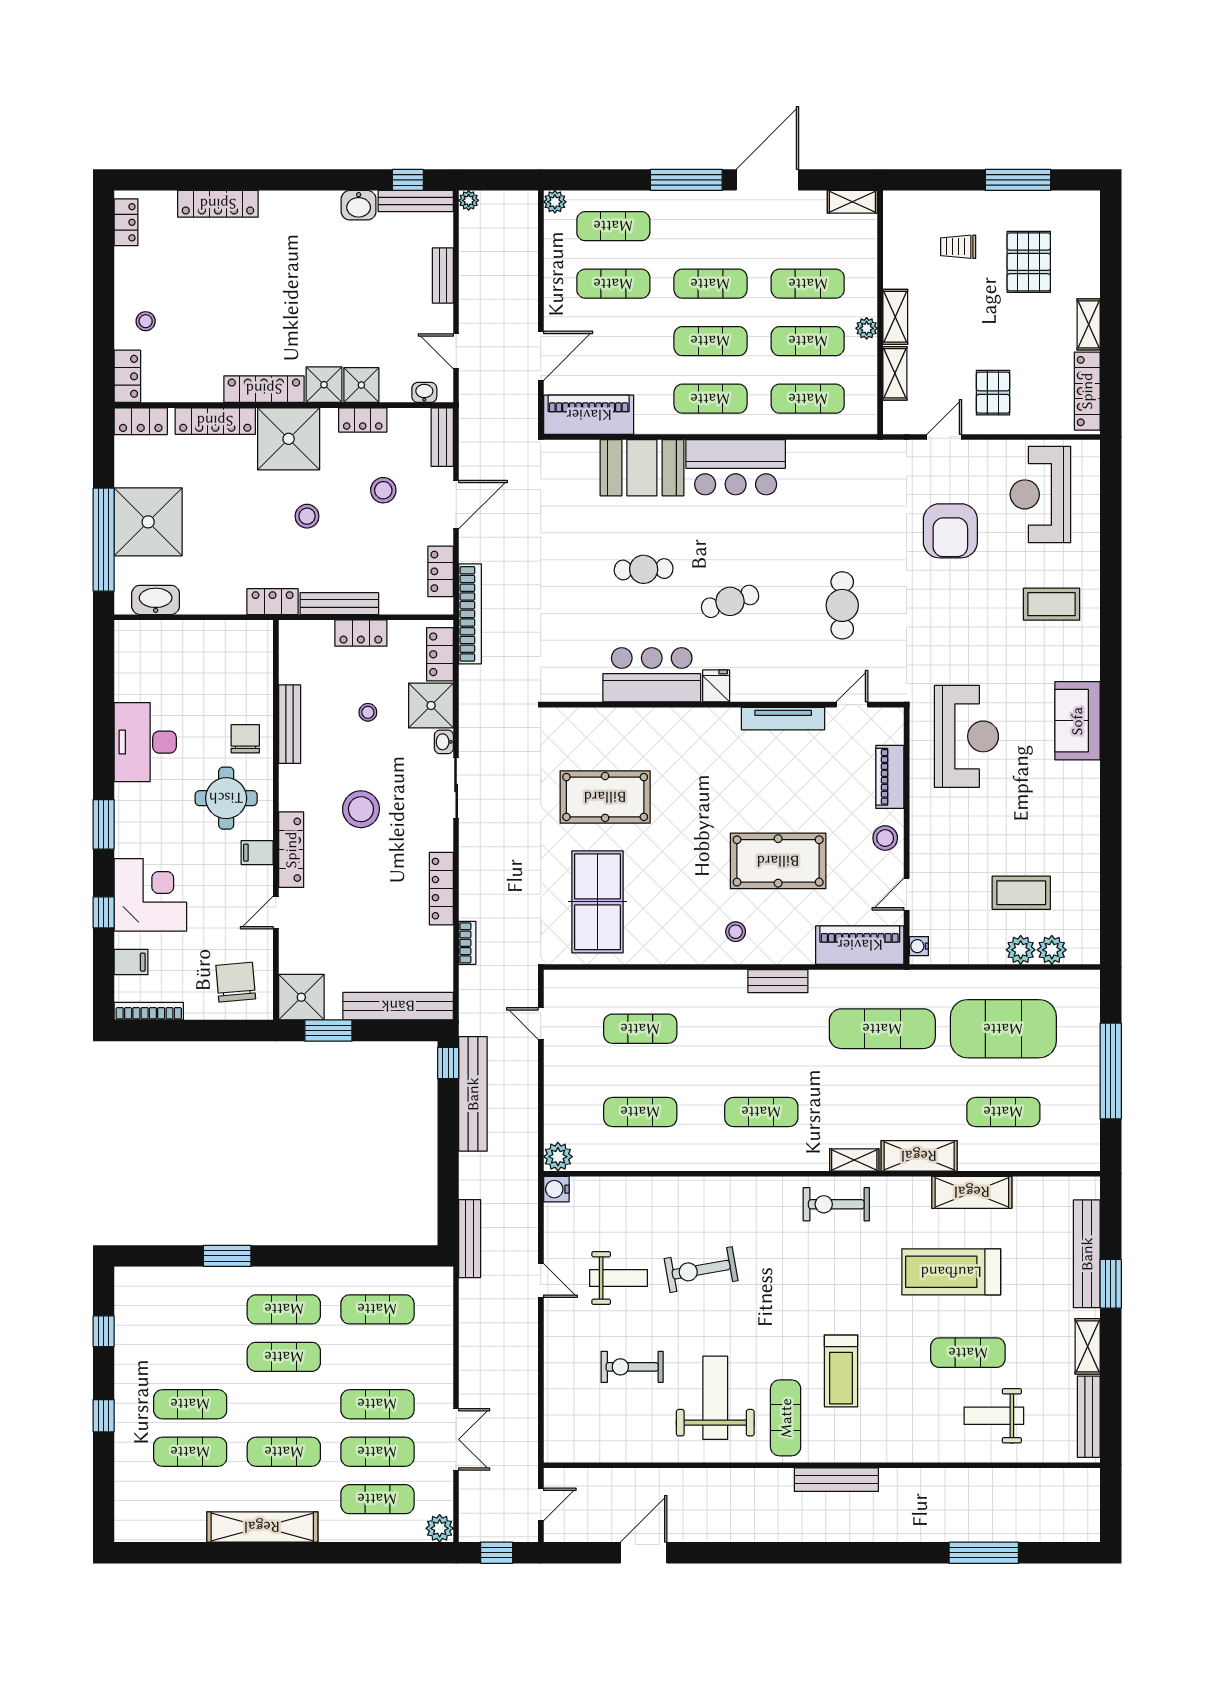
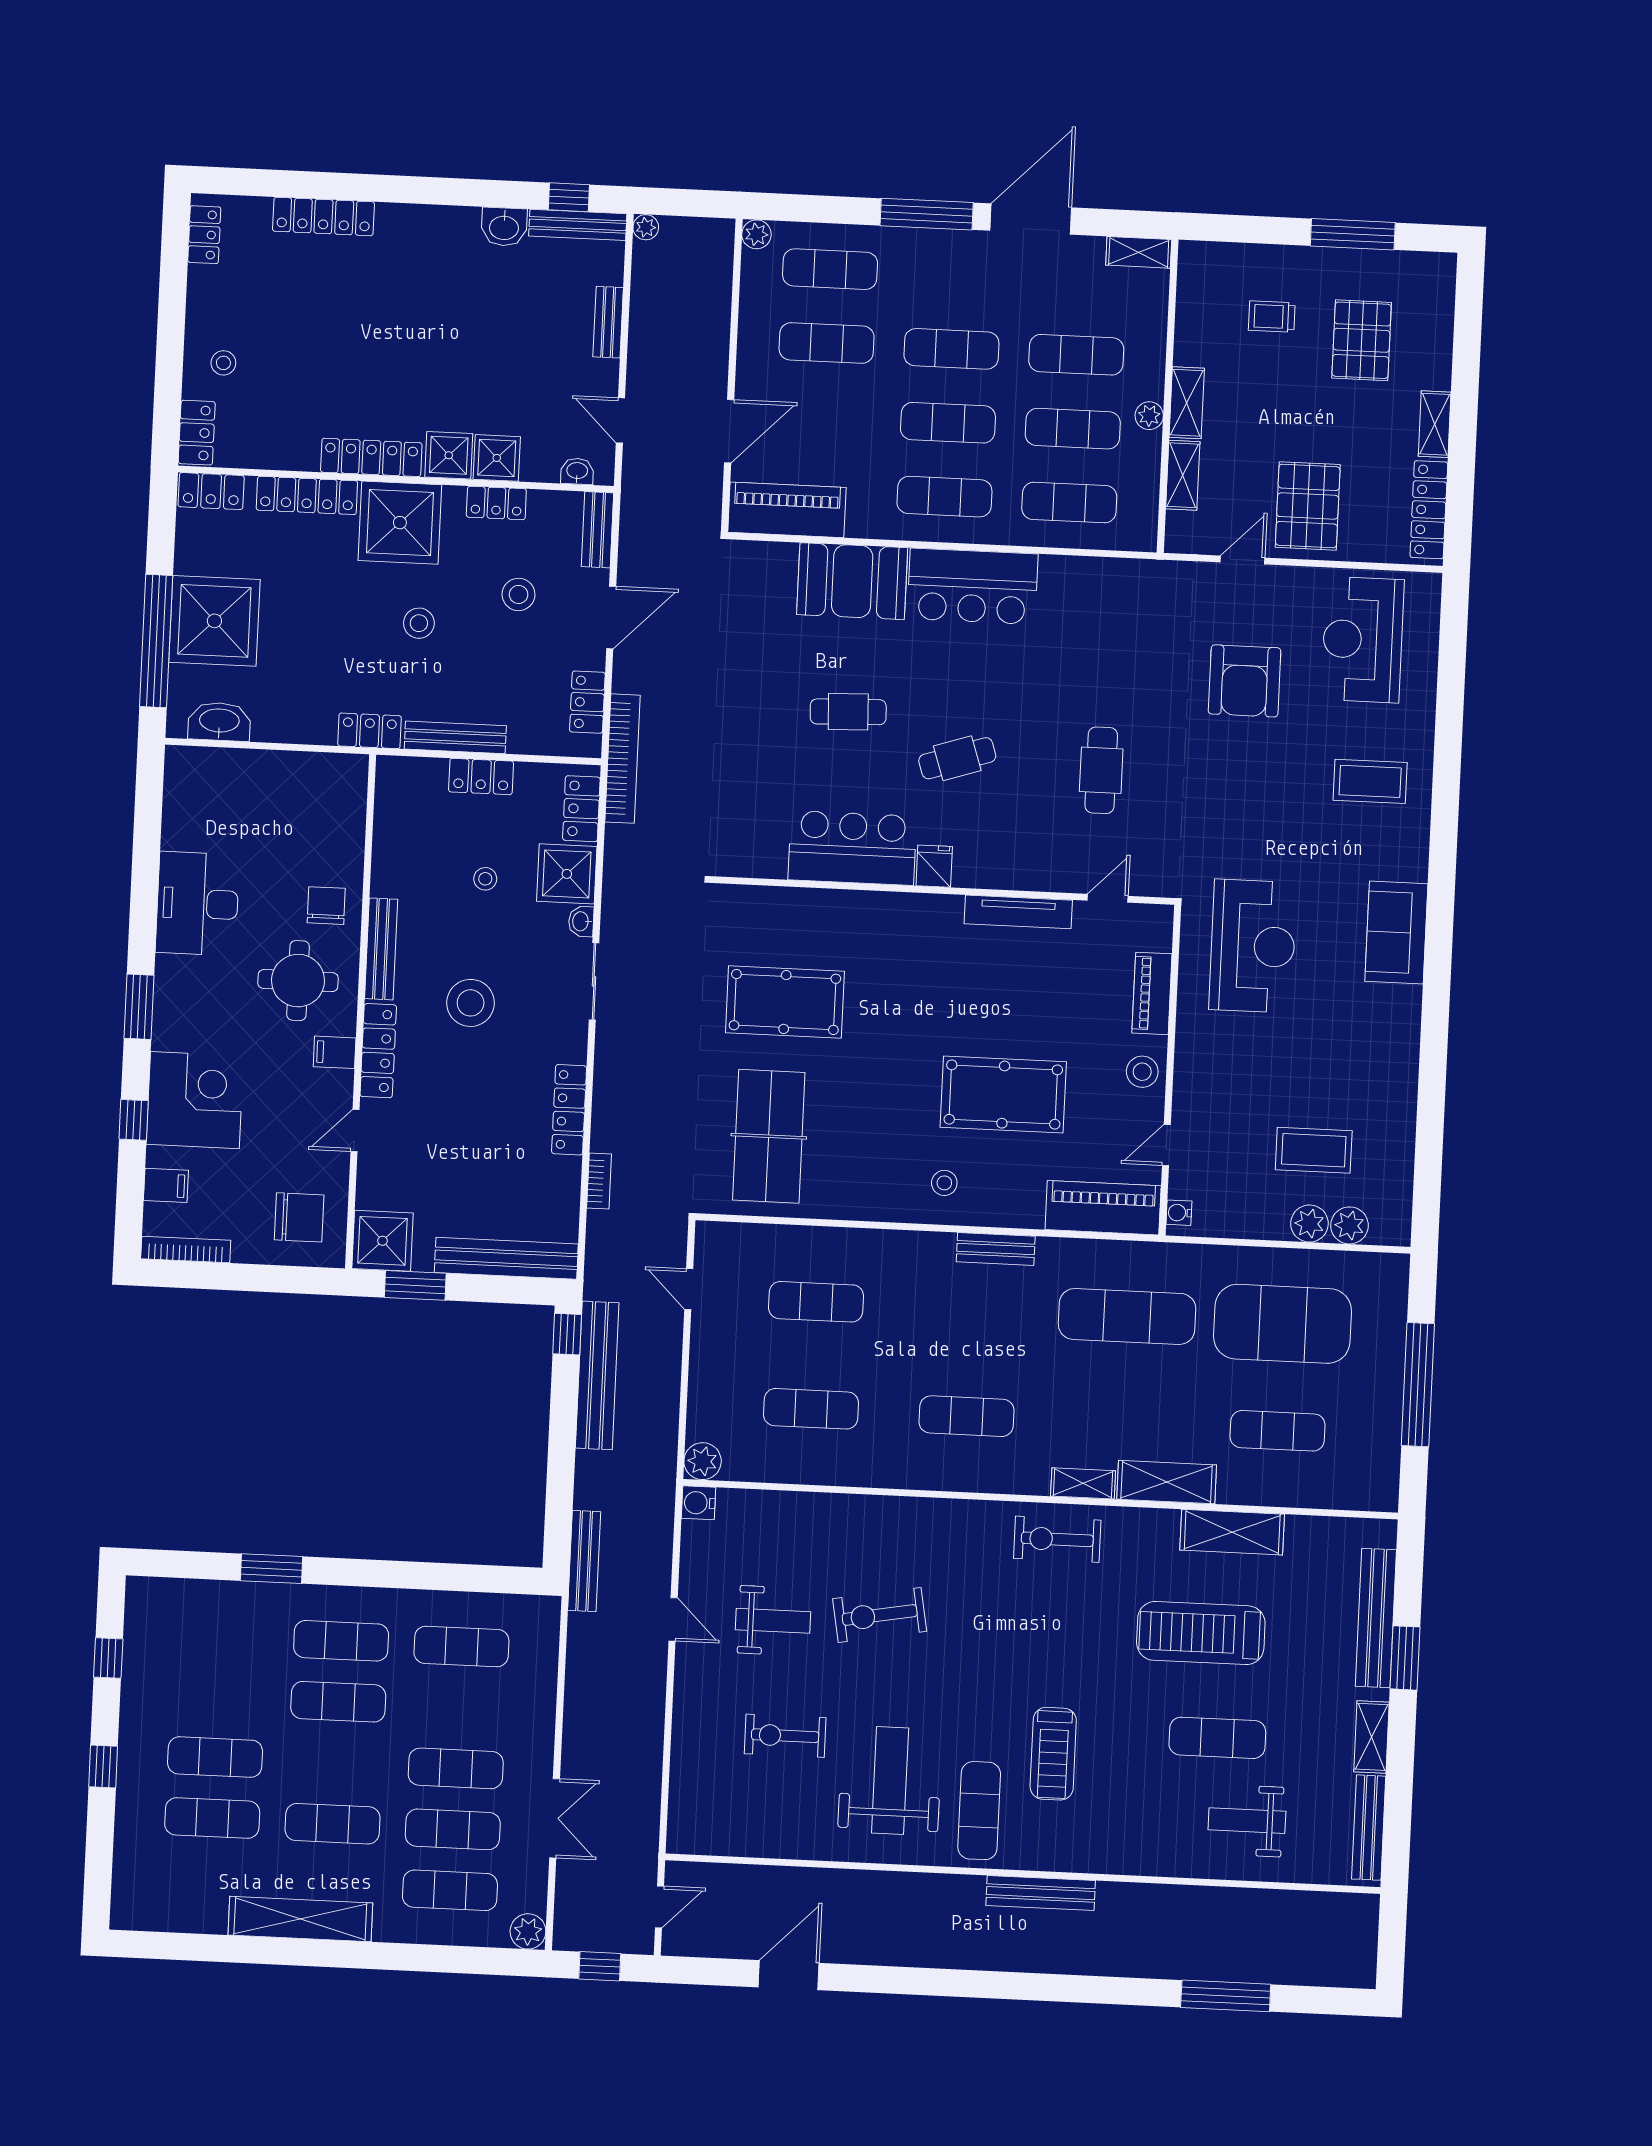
pallet: (993, 393) -> (1308, 506), width x1.50, depth x1.42
bench: (290, 724) -> (381, 949), moved
chair: (236, 982) -> (299, 1217), turned 95

